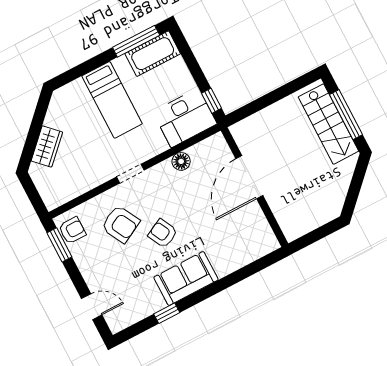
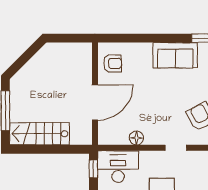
stairs: (328, 124) -> (40, 134), moved, turned -90
armchair: (163, 233) -> (112, 63), moved, turned -63

